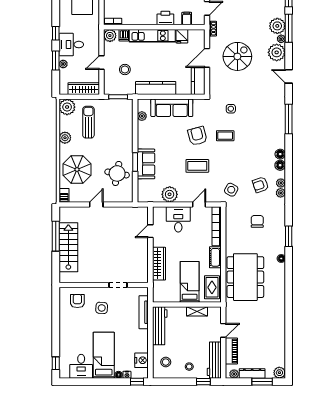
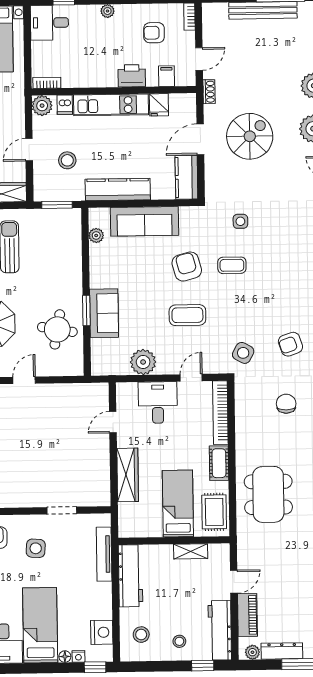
dining table: (245, 277) -> (268, 494), width x0.73, depth x0.80

